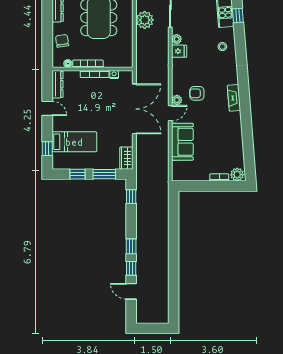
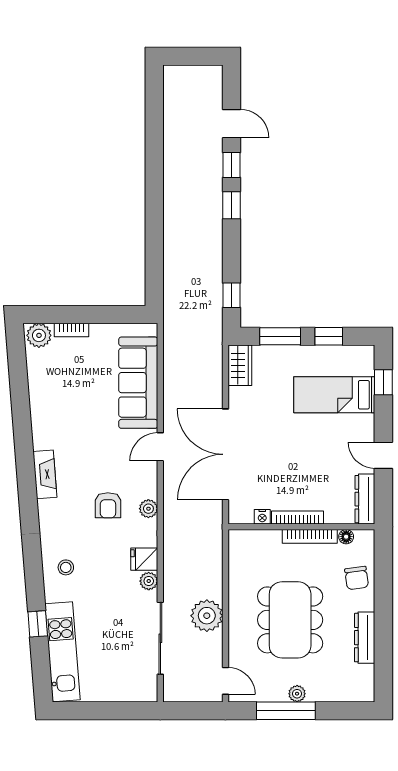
armchair: (197, 93) -> (108, 505), moved, turned 90
plant: (177, 100) -> (148, 509), moved
sofa: (182, 142) -> (138, 383), width x1.36

